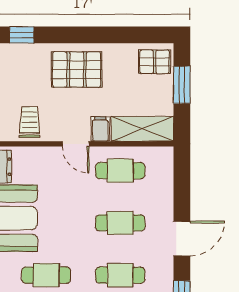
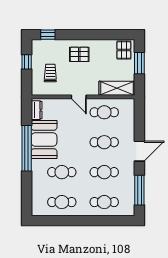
pallet: (154, 62) -> (124, 50), turned 90
pallet: (77, 69) -> (79, 54), width x0.67, depth x0.71
trolley: (30, 122) -> (50, 73), moved
filing cabinet: (100, 129) -> (93, 88), removed

